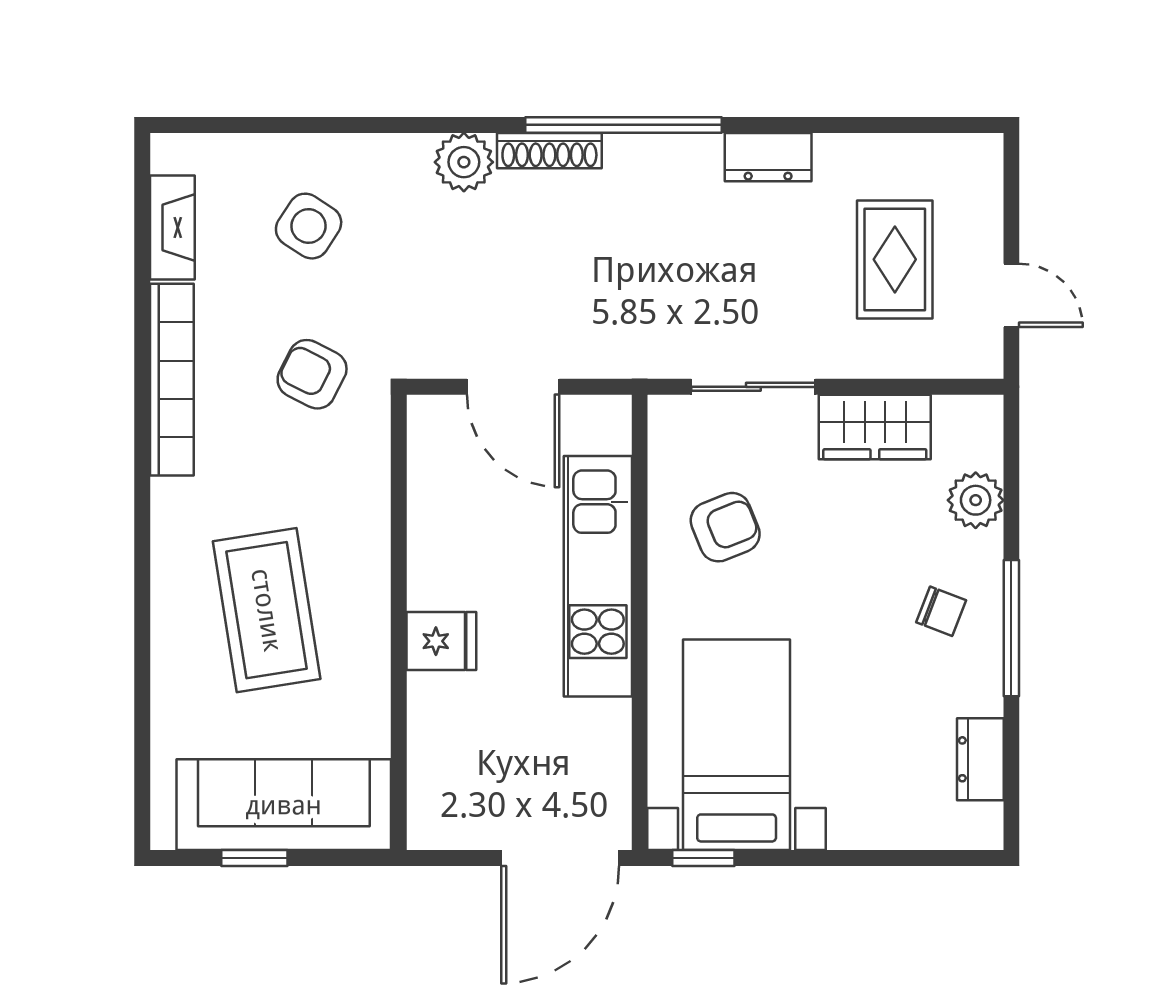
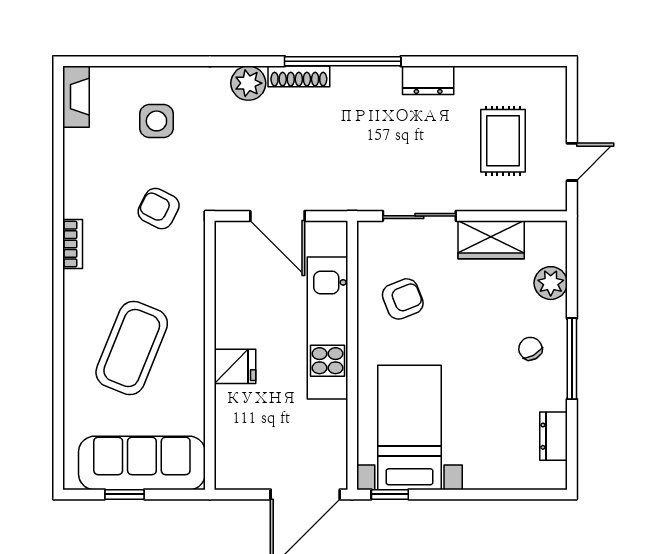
side table: (309, 226) -> (156, 121), turned -33
fireplace: (172, 227) -> (76, 97), moved
door: (1011, 295) -> (572, 162), hinge flipped
bookcase: (172, 380) -> (73, 244), width x0.43, depth x0.76
coffee table: (267, 610) -> (132, 348), turned 31
chair: (941, 611) -> (530, 349), turned -140

